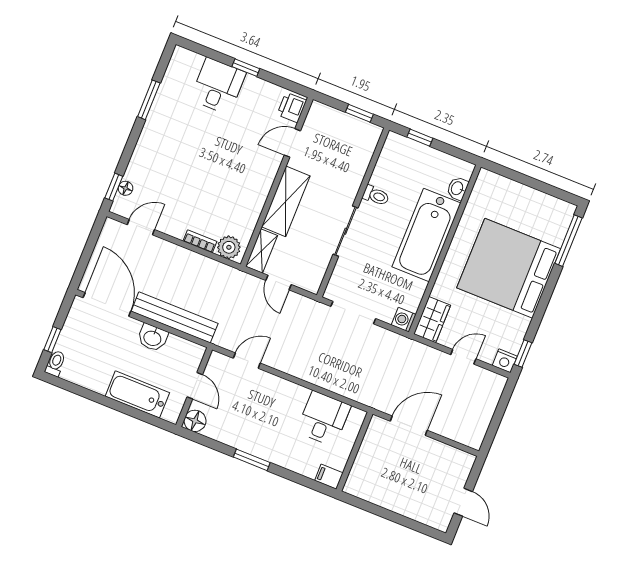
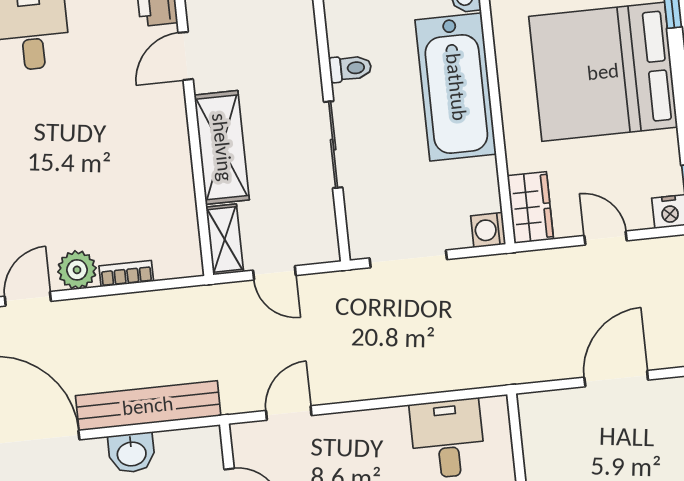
plant: (229, 247) -> (77, 270), moved
door: (463, 357) -> (605, 238), hinge flipped
door: (409, 426) -> (616, 379), moved

